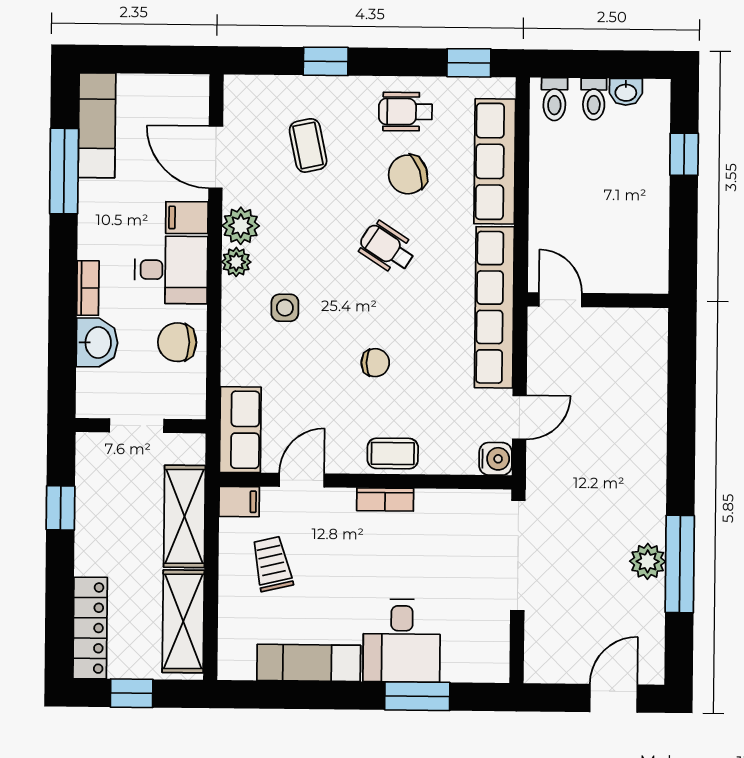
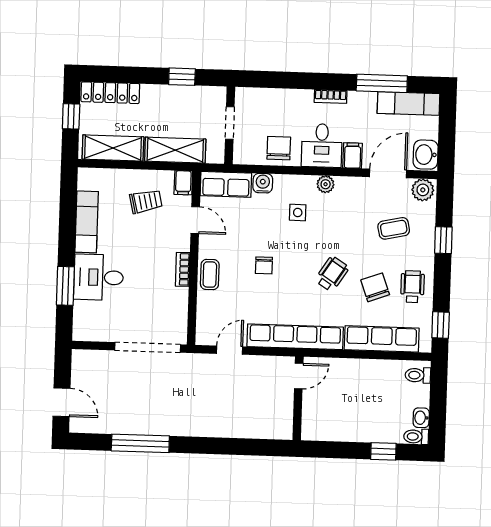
toilet: (594, 99) -> (416, 437), moved
plant: (241, 226) -> (423, 190), moved
bookcase: (88, 288) -> (331, 96), moved
washbasin: (97, 343) -> (426, 155), moved, turned 90
door: (519, 417) -> (229, 350), swing flipped
water cooler: (495, 459) -> (263, 183), moved, turned 180
plant: (648, 561) -> (142, 424), removed

